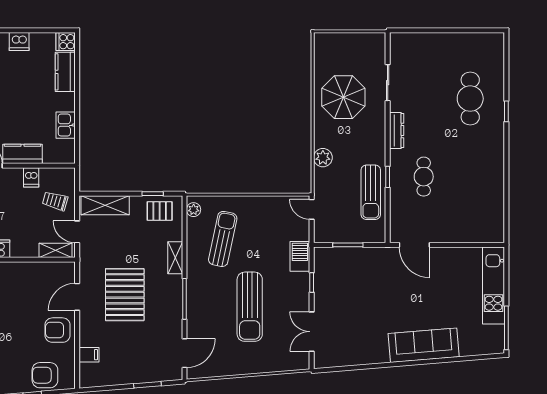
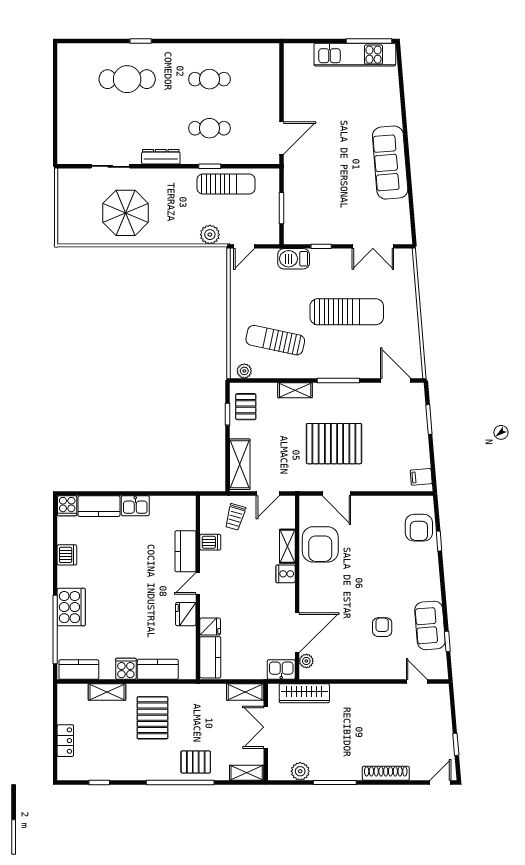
kitchen sink: (66, 125) -> (135, 506), moved
plant: (323, 158) -> (210, 235), moved
cafe table: (470, 177) -> (209, 79), added
shelving: (56, 250) -> (287, 546), moved
kitchen unit: (493, 285) -> (355, 55), moved
armchair: (58, 330) -> (320, 544), moved, width x1.36, depth x1.36
sofa: (424, 345) -> (390, 163), moved
filing cabinet: (89, 355) -> (421, 477), moved, turned -95

